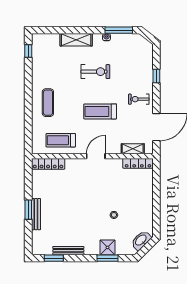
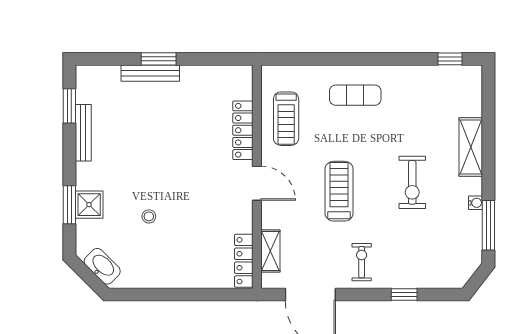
treadmill: (61, 140) -> (286, 119), turned 180
locker: (48, 164) -> (243, 130), moved

